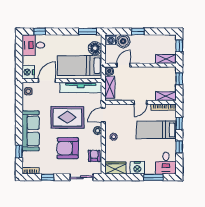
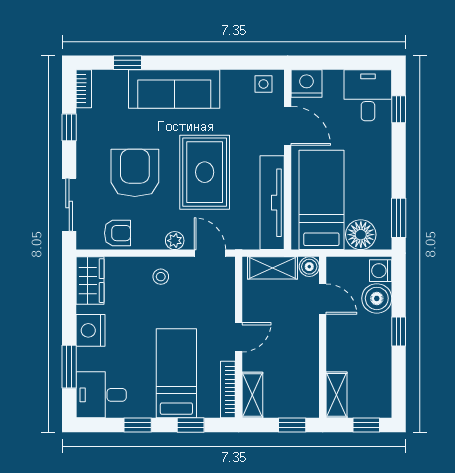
door: (140, 102) -> (239, 337), swing flipped

